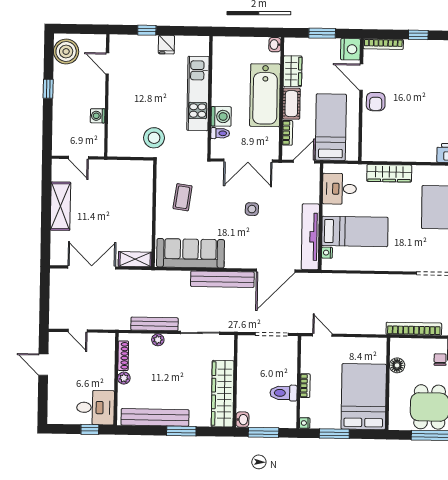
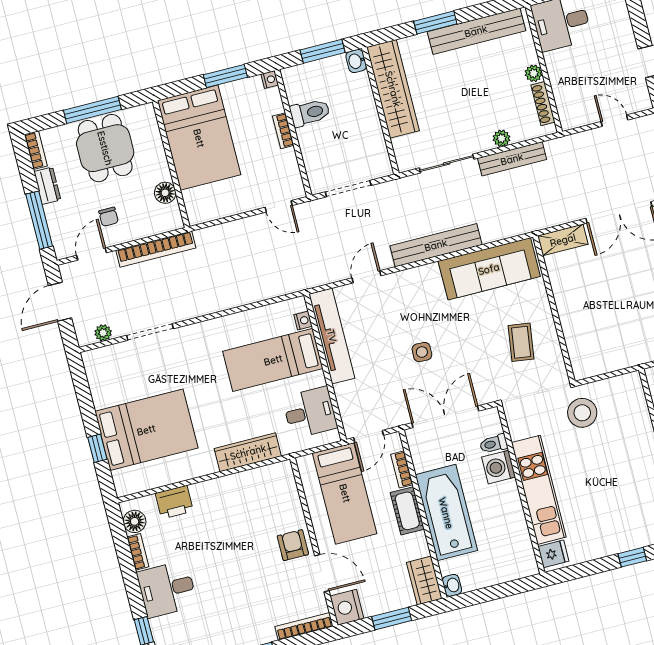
fridge: (166, 45) -> (553, 554), moved, turned 90
wardrobe: (293, 71) -> (424, 581), moved
door: (276, 271) -> (366, 277), width x0.53

